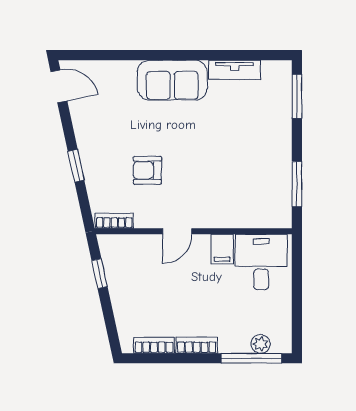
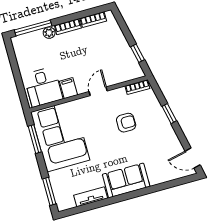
corner sofa: (256, 178) -> (60, 136), added
plant: (261, 344) -> (49, 33), moved

